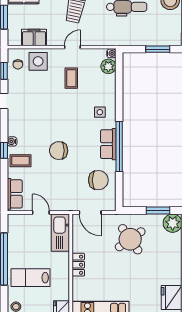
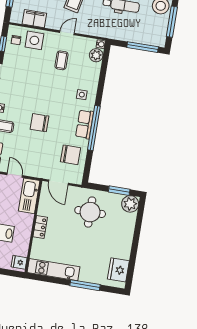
window: (158, 49) -> (143, 47), width x1.44
round table: (130, 239) -> (90, 212), turned 35

